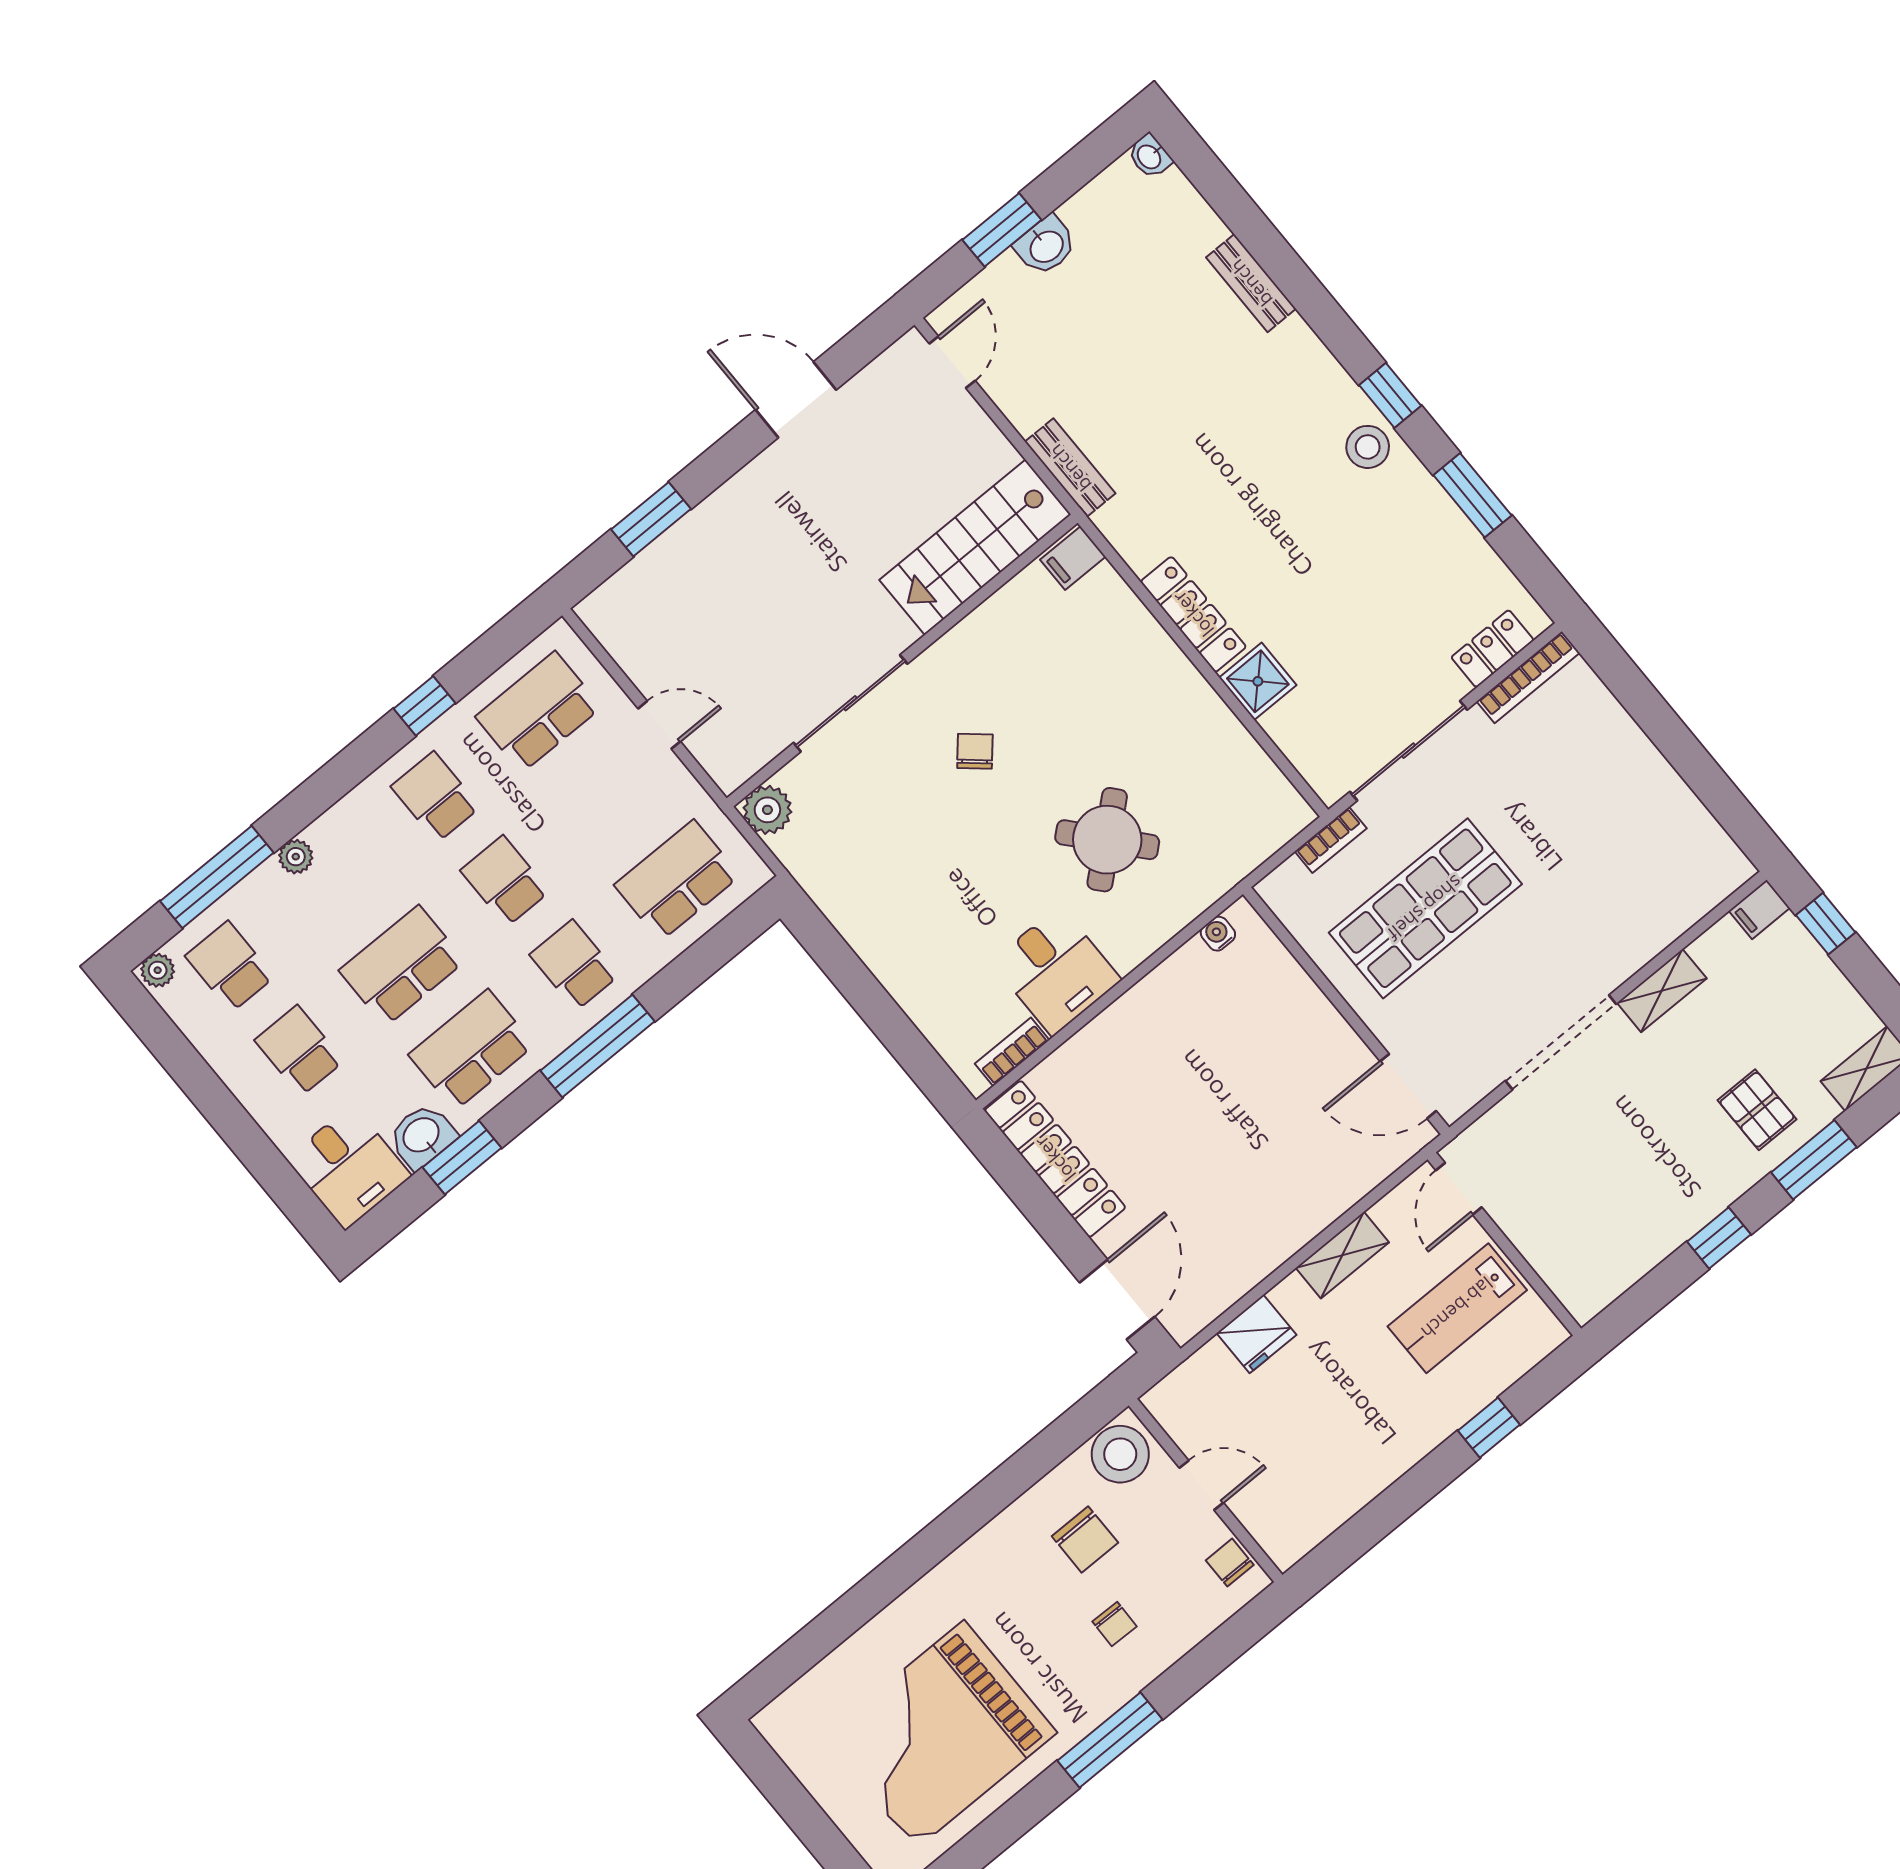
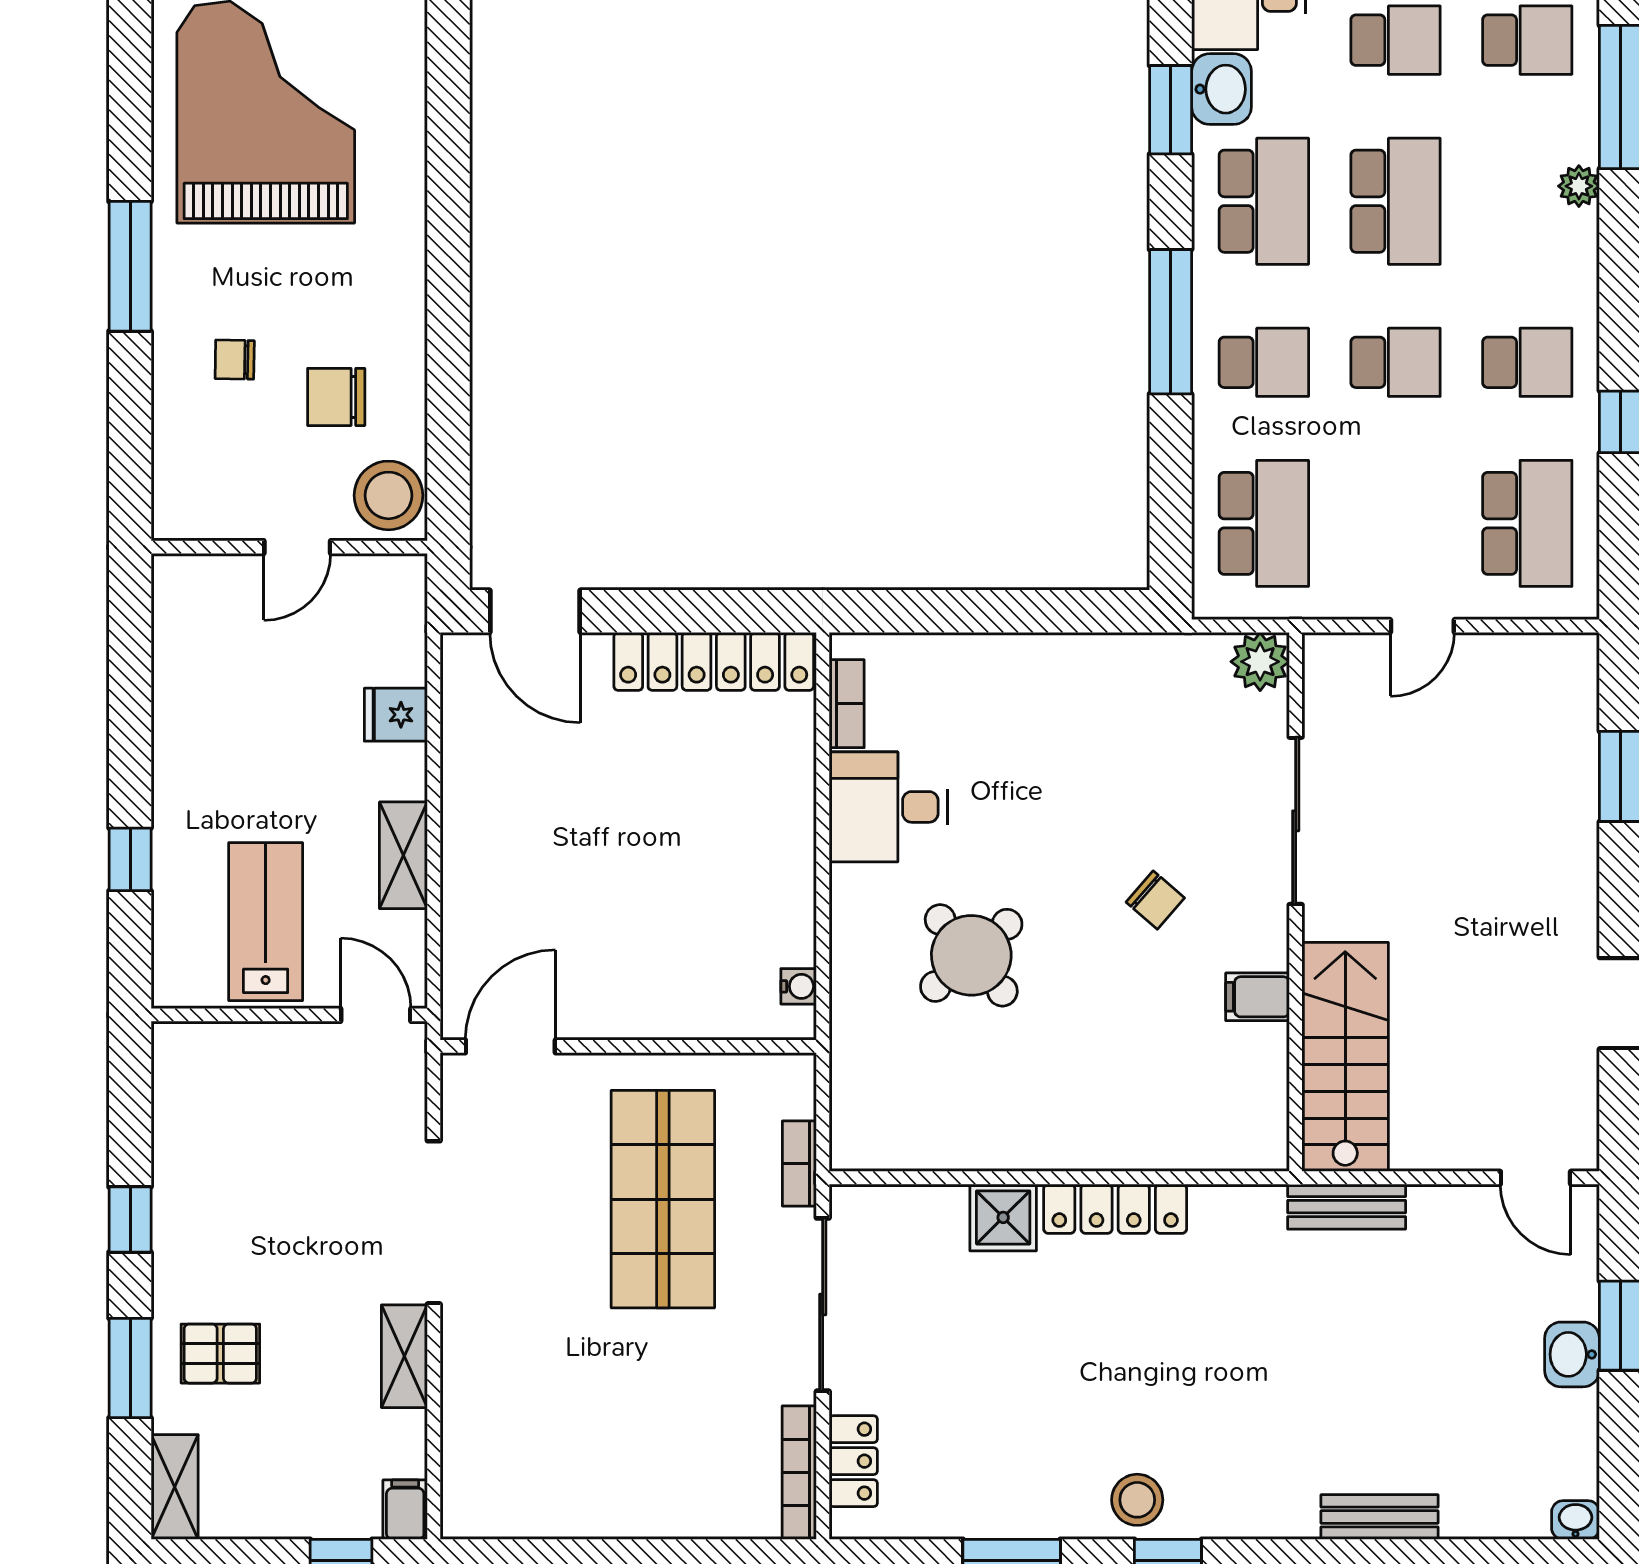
filing cabinet: (1073, 558) -> (1258, 997), moved, turned -90
fridge: (1256, 1334) -> (396, 715), width x0.72
chair: (1230, 1563) -> (203, 514), removed

